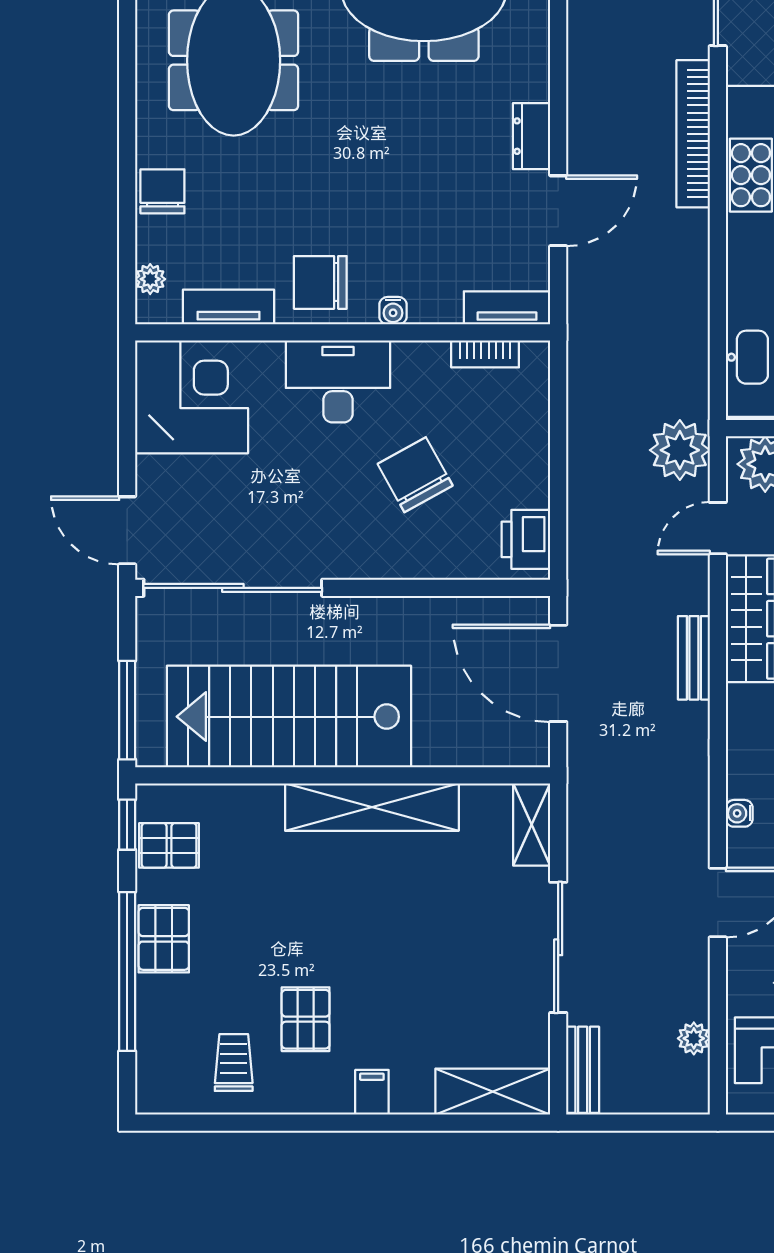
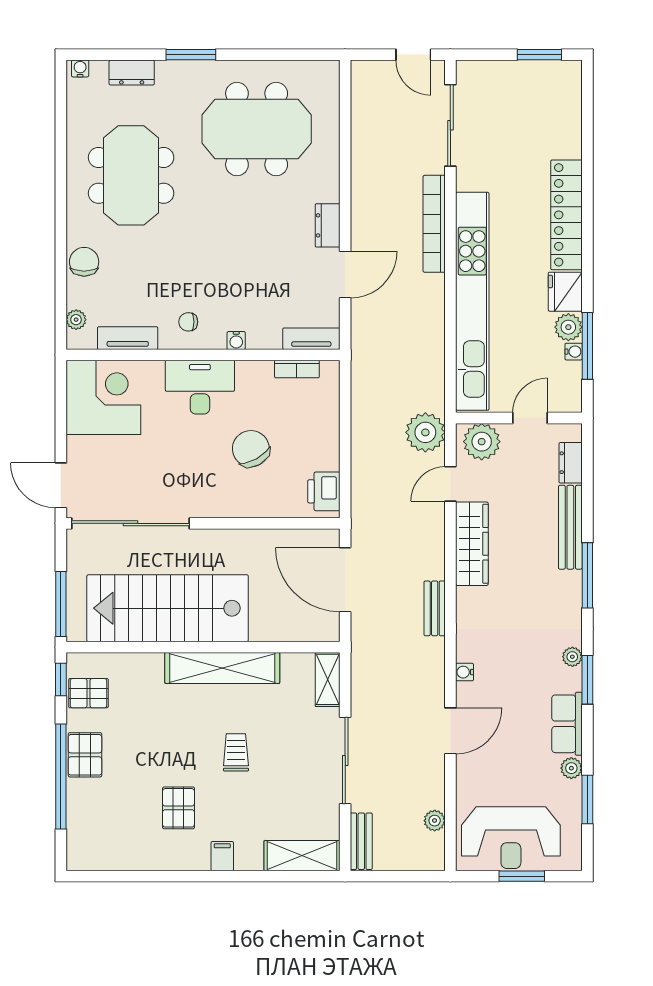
chair: (320, 282) -> (188, 322), width x0.54, depth x0.54
bench: (694, 658) -> (435, 608), moved
trolley: (234, 1063) -> (236, 752), moved

